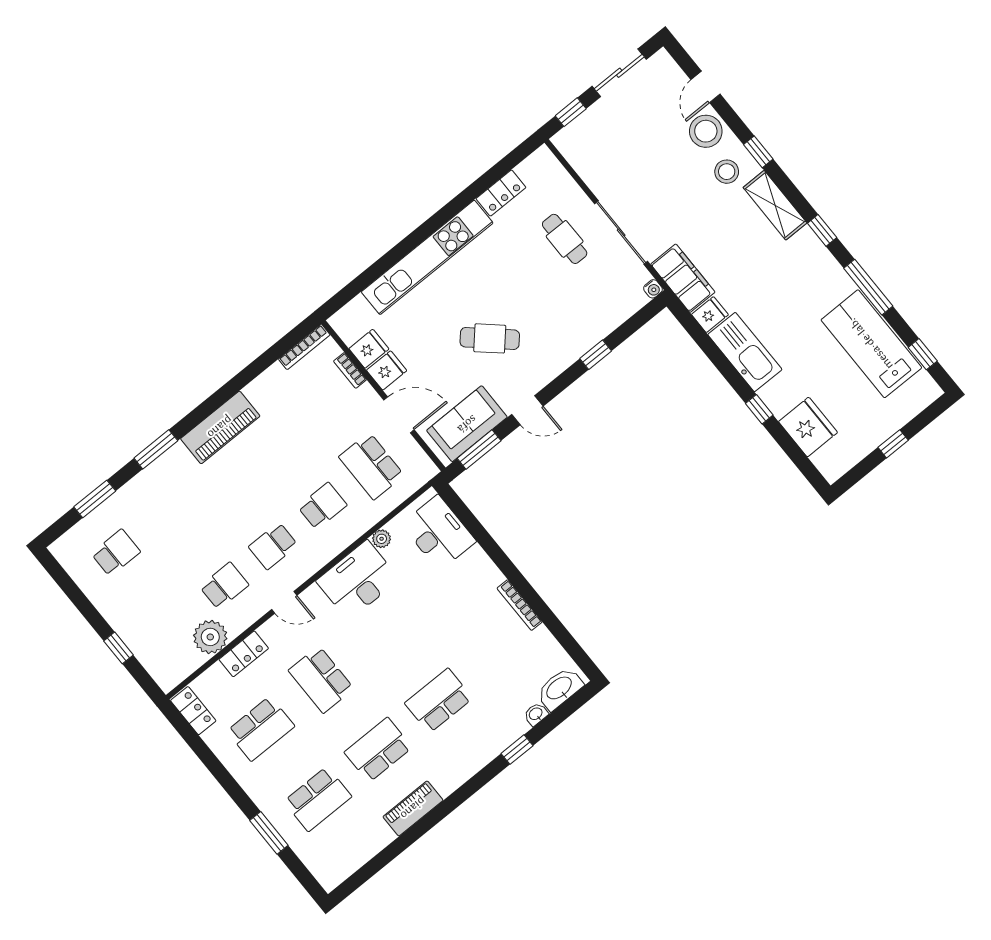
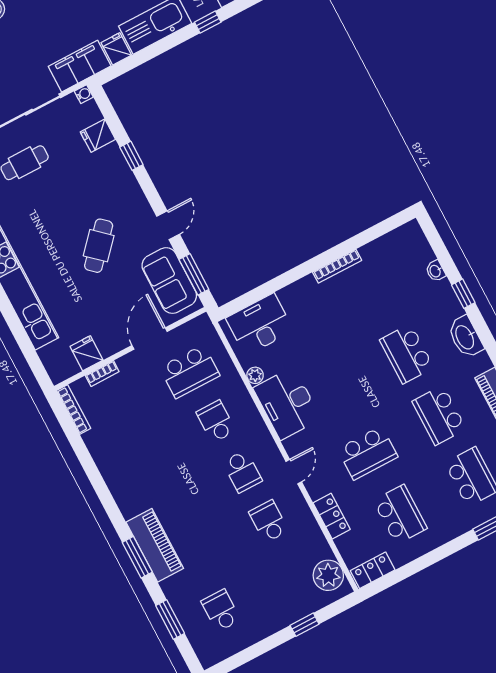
fridge: (387, 370) -> (98, 136), moved, turned -90
piano: (220, 427) -> (155, 545), moved
plant: (210, 637) -> (328, 575), moved
washbasin: (560, 689) -> (465, 337), moved

